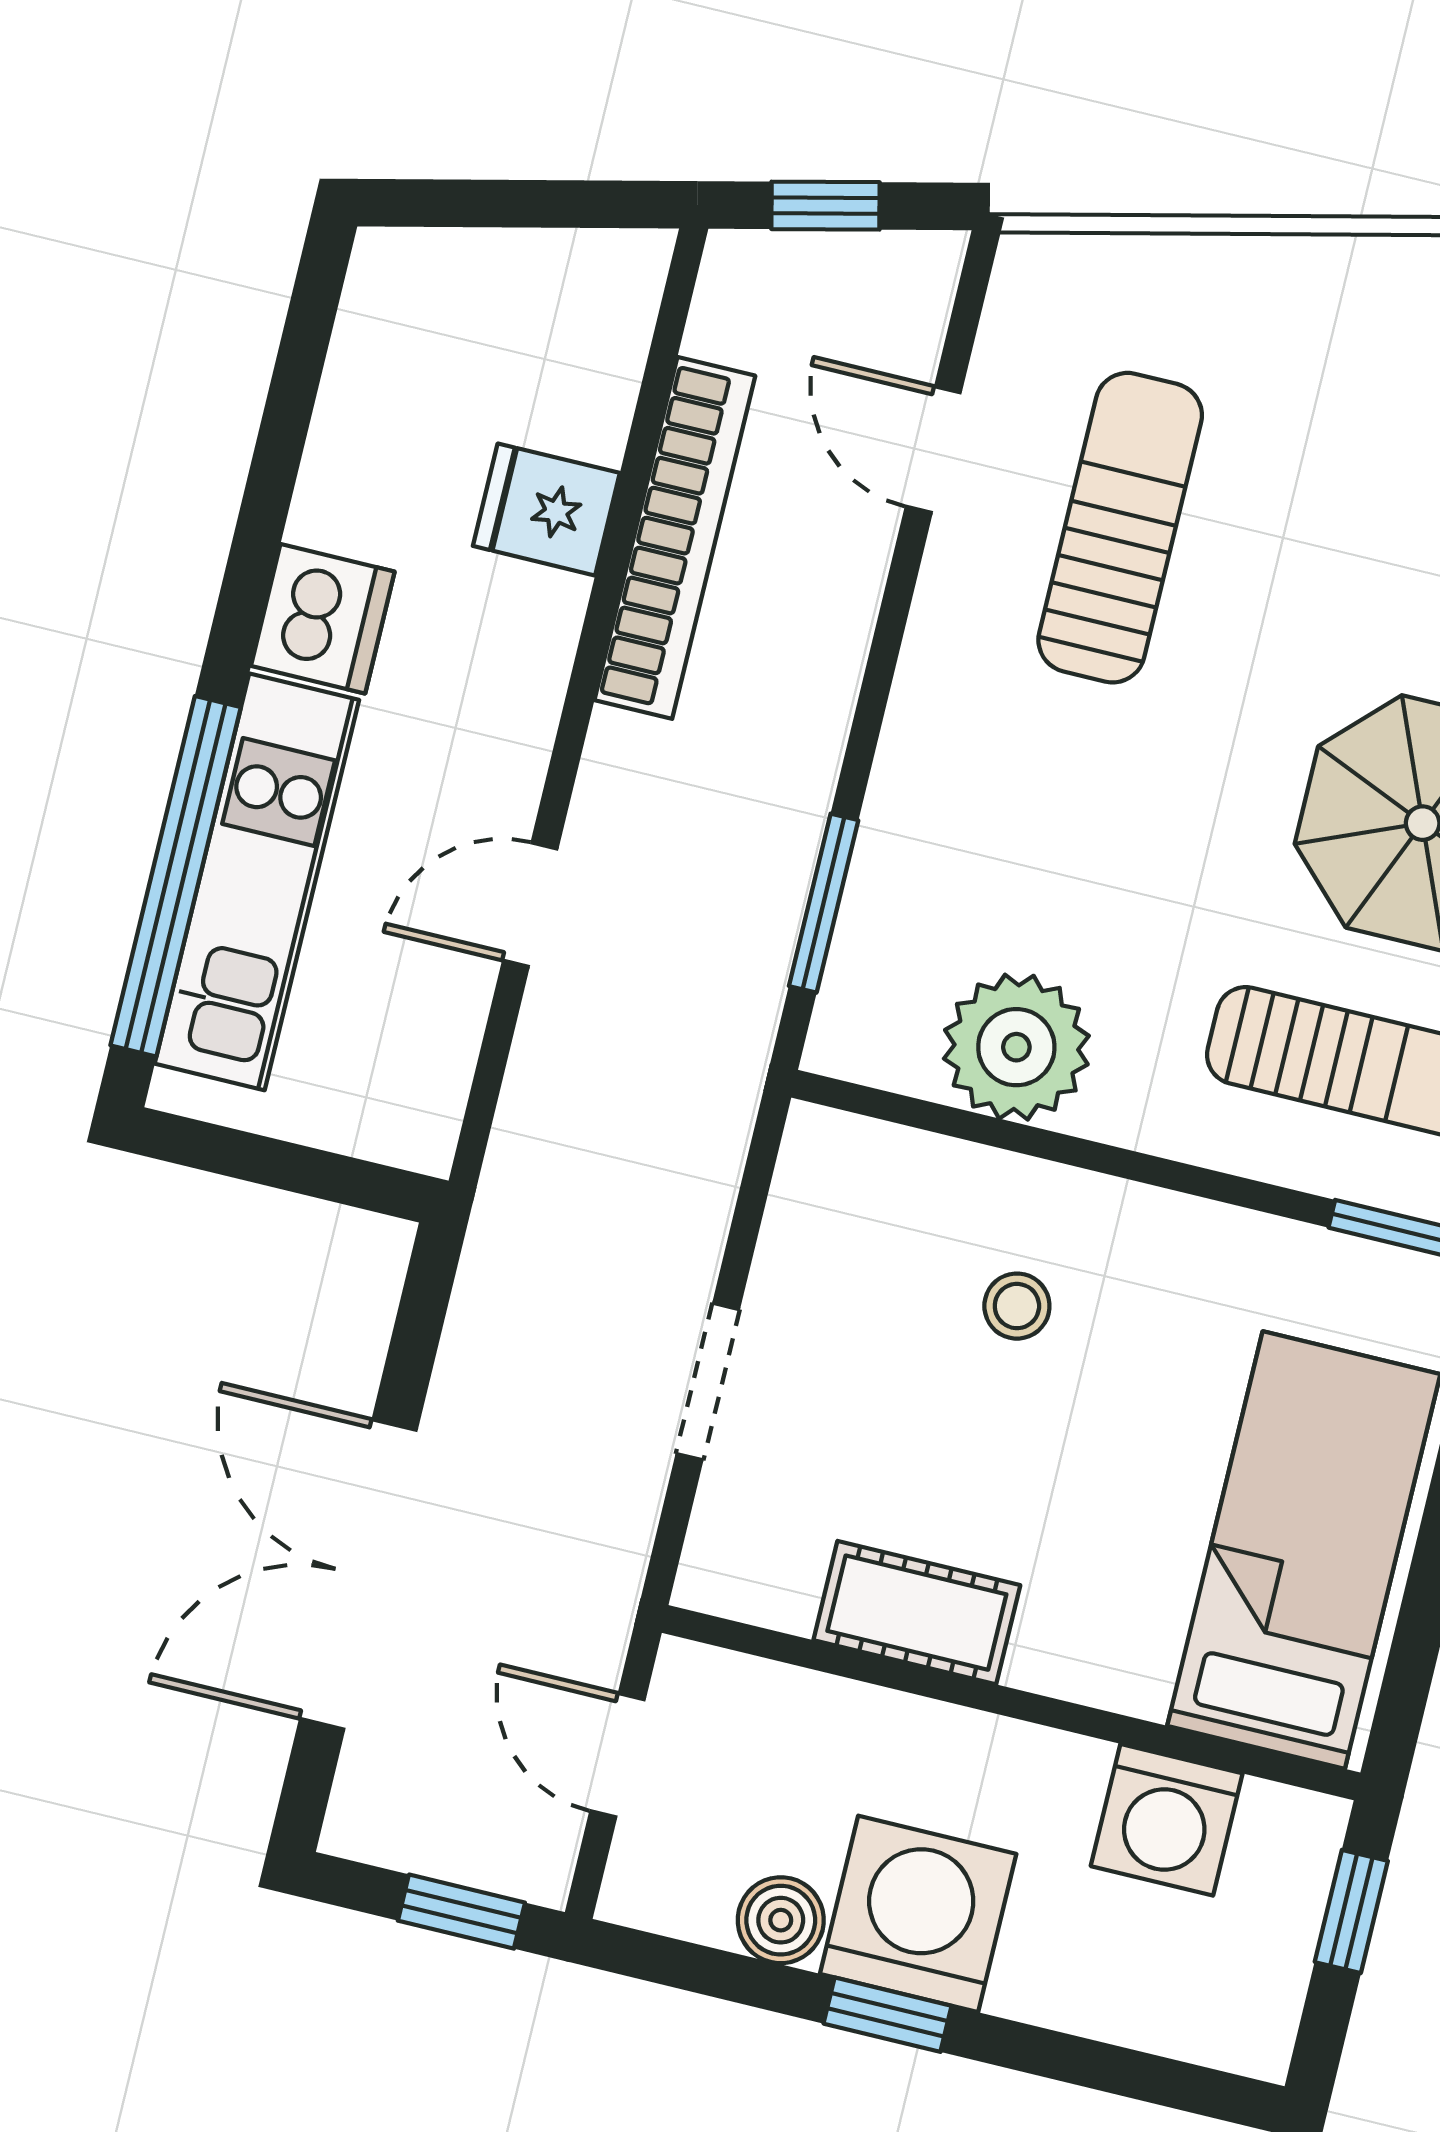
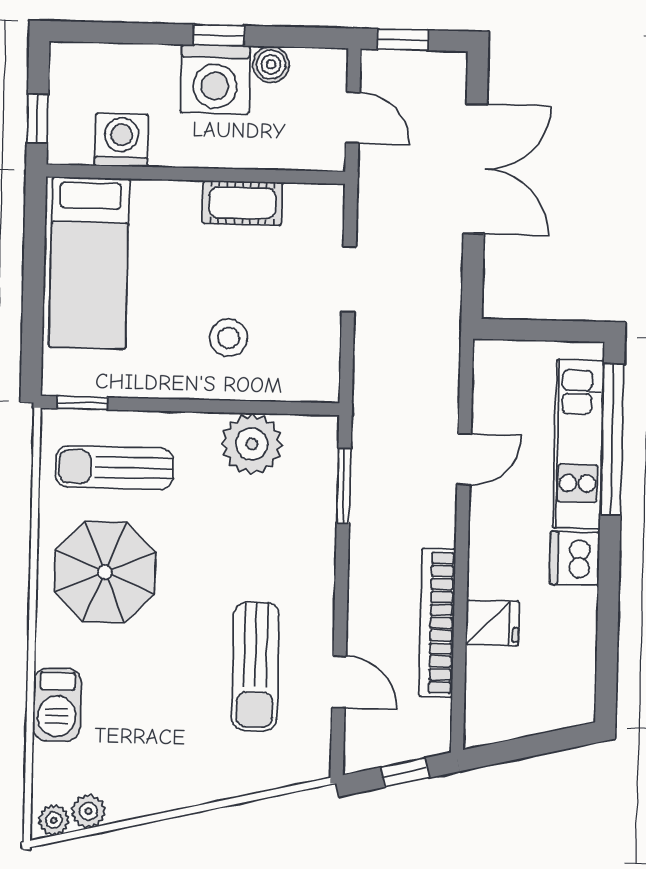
stool: (1017, 1306) -> (229, 338), width x1.37, depth x1.37

